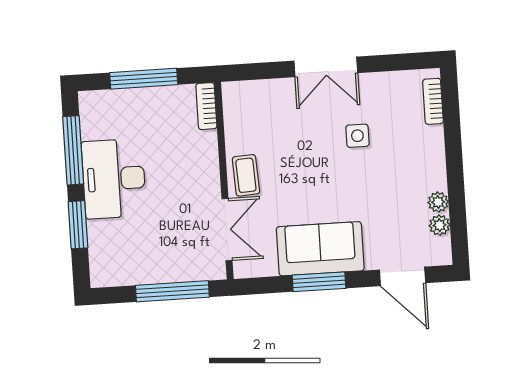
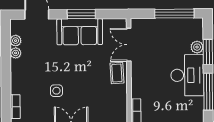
plant: (99, 233) -> (197, 47), added
window: (172, 291) -> (174, 14), moved

